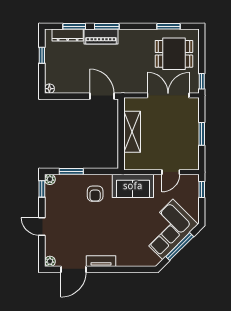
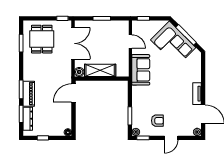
double door: (168, 95) -> (73, 43), swing flipped
boiler: (130, 104) -> (79, 72), added
armchair: (95, 194) -> (157, 121), moved

